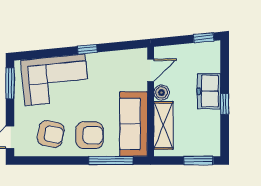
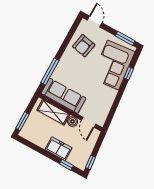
window: (87, 49) -> (129, 73), moved
window: (225, 104) -> (66, 165), moved
armchair: (90, 135) -> (71, 67), removed

